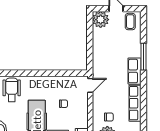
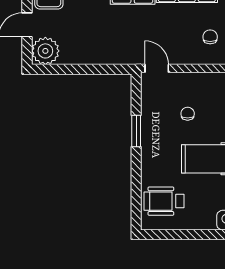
window: (53, 73) -> (136, 131), added

